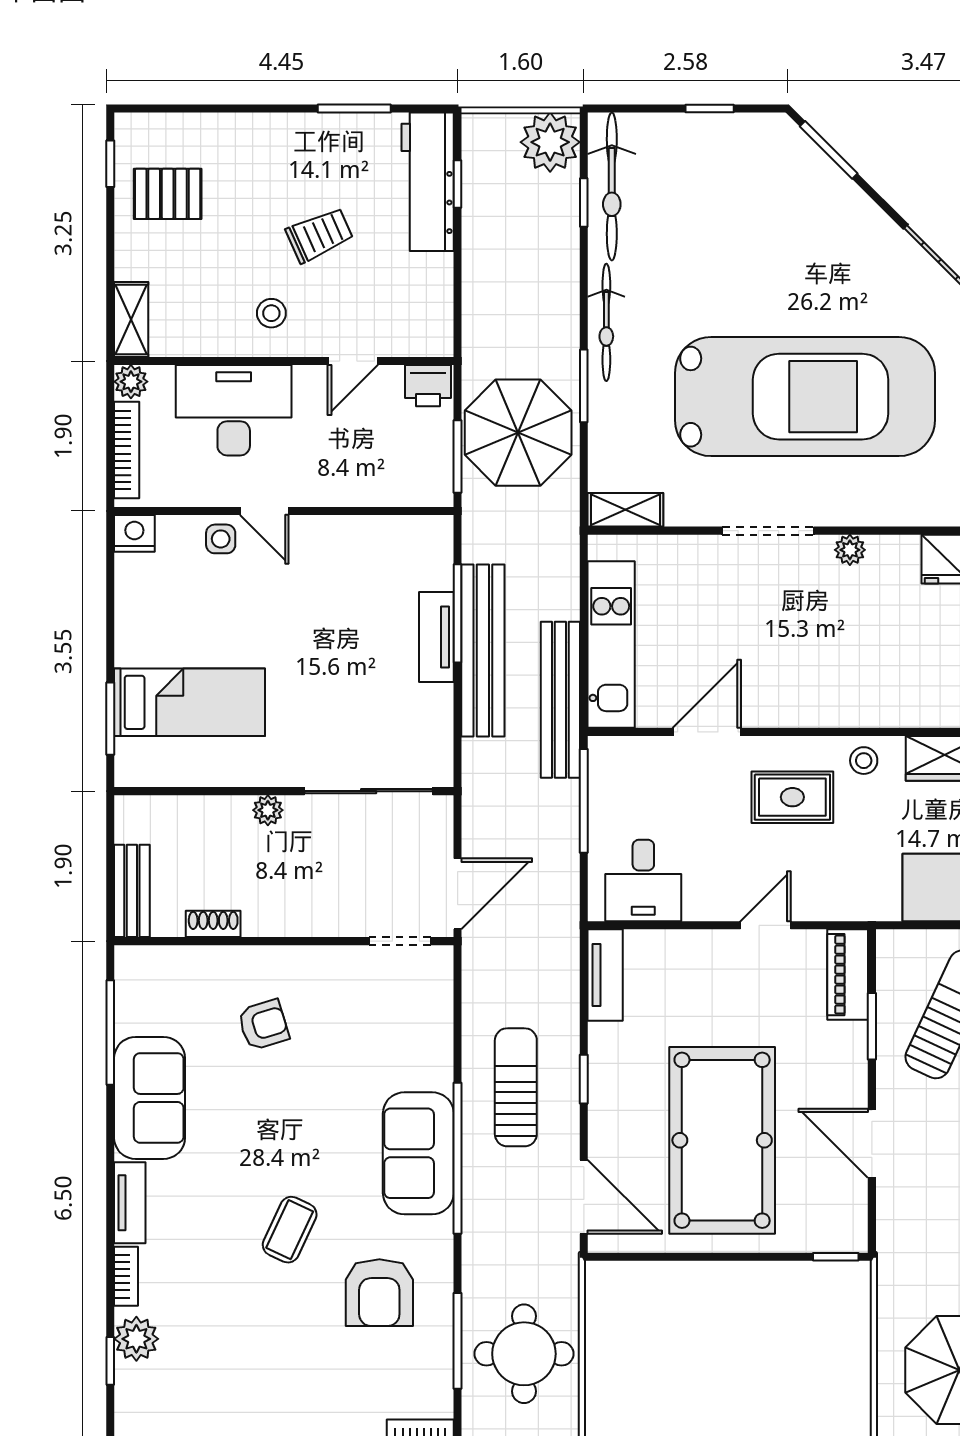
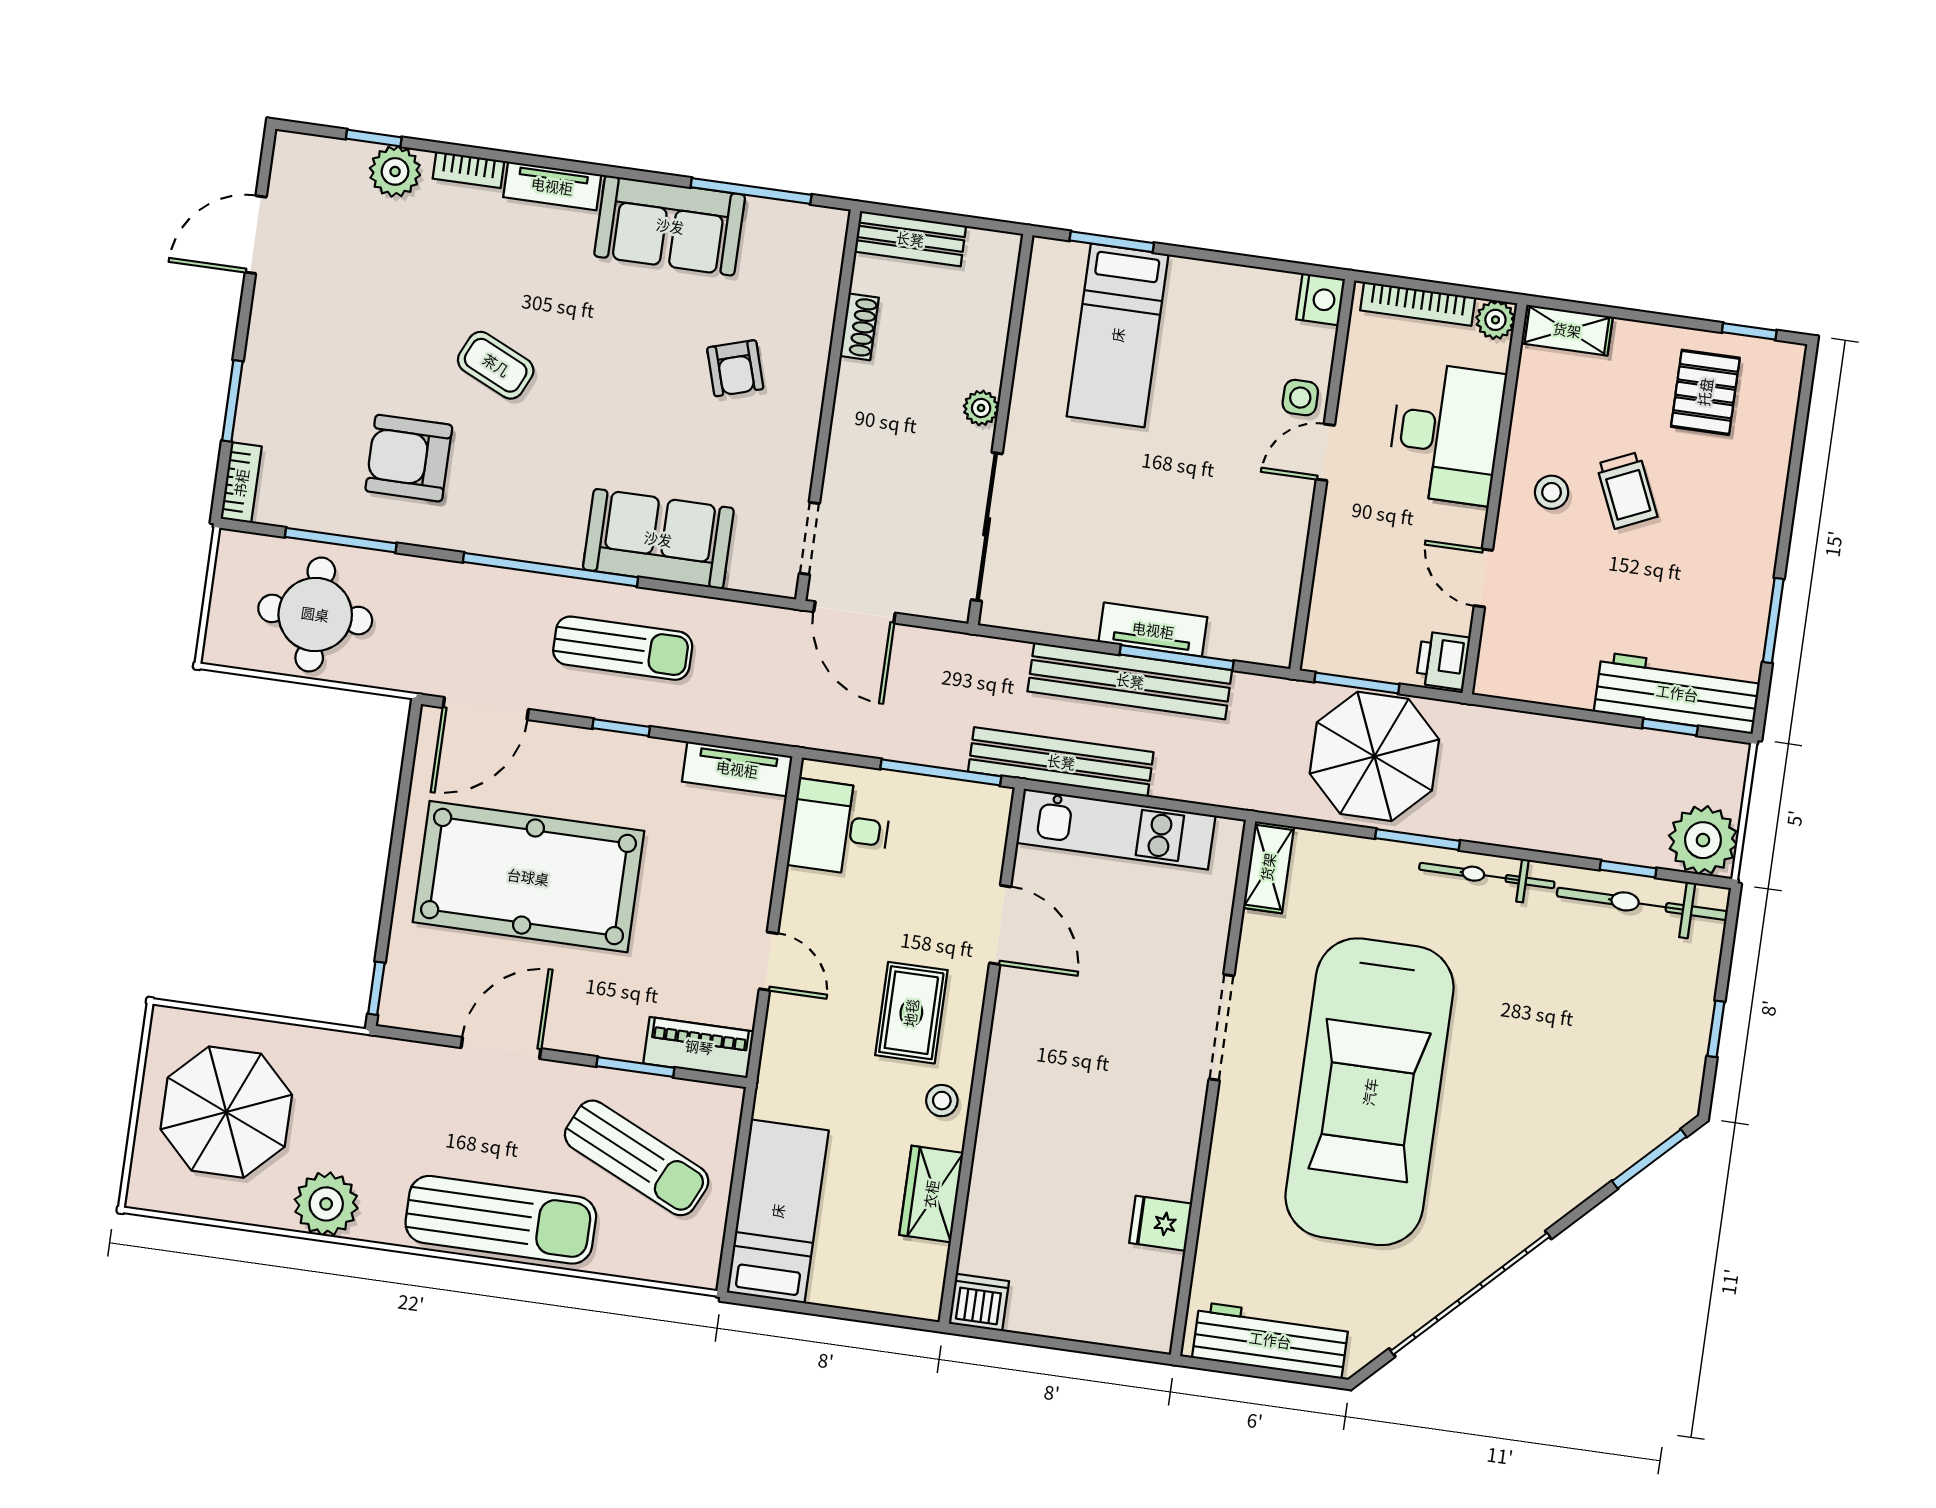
trolley: (319, 235) -> (1627, 490), moved
plant: (850, 550) -> (1186, 1119), removed
sofa: (418, 1153) -> (658, 539), moved

